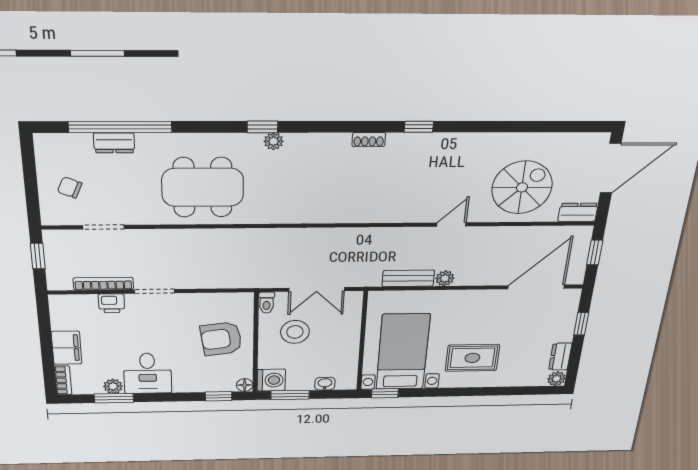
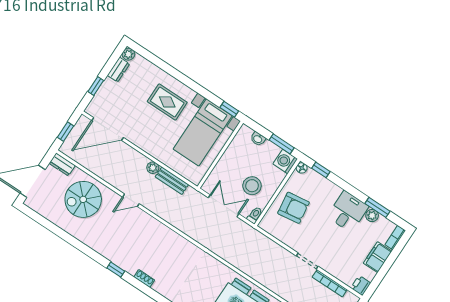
printer: (112, 303) -> (361, 285), moved, turned -90

